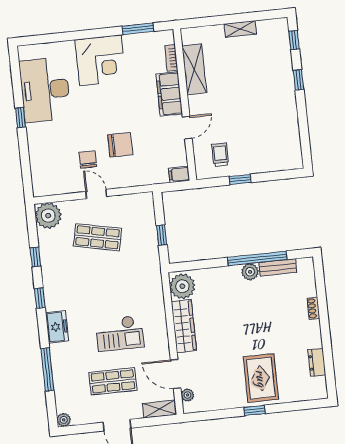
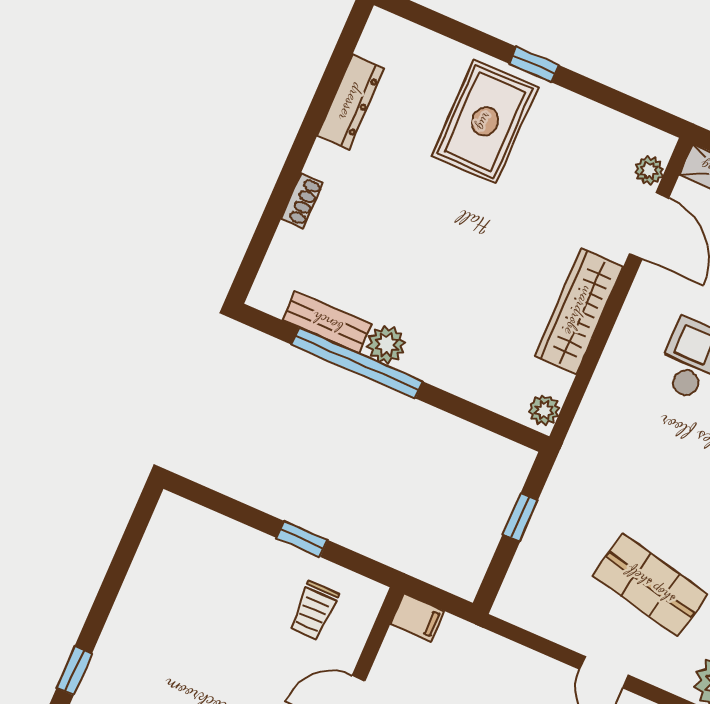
plant: (182, 286) -> (544, 410), width x0.53, depth x0.53
dresser: (317, 362) -> (351, 102), width x1.44

